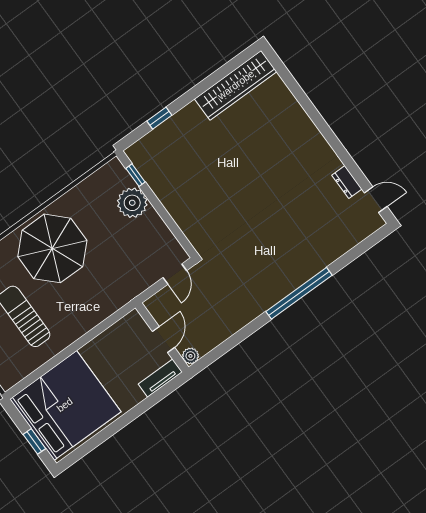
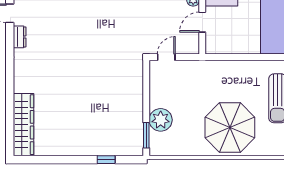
wardrobe: (236, 85) -> (24, 125), moved, turned 90
window: (136, 175) -> (146, 135), width x1.50

